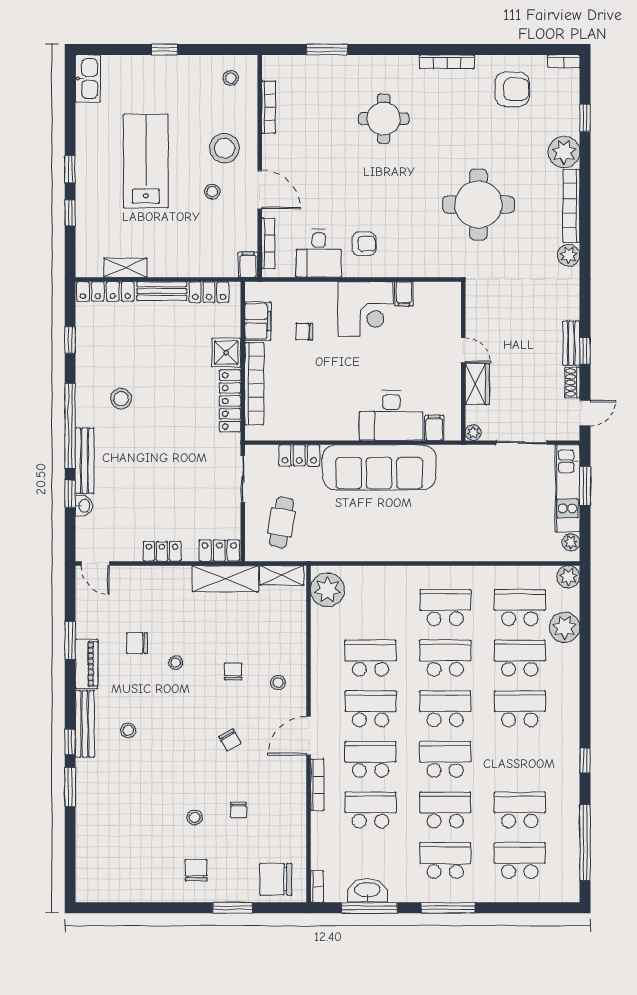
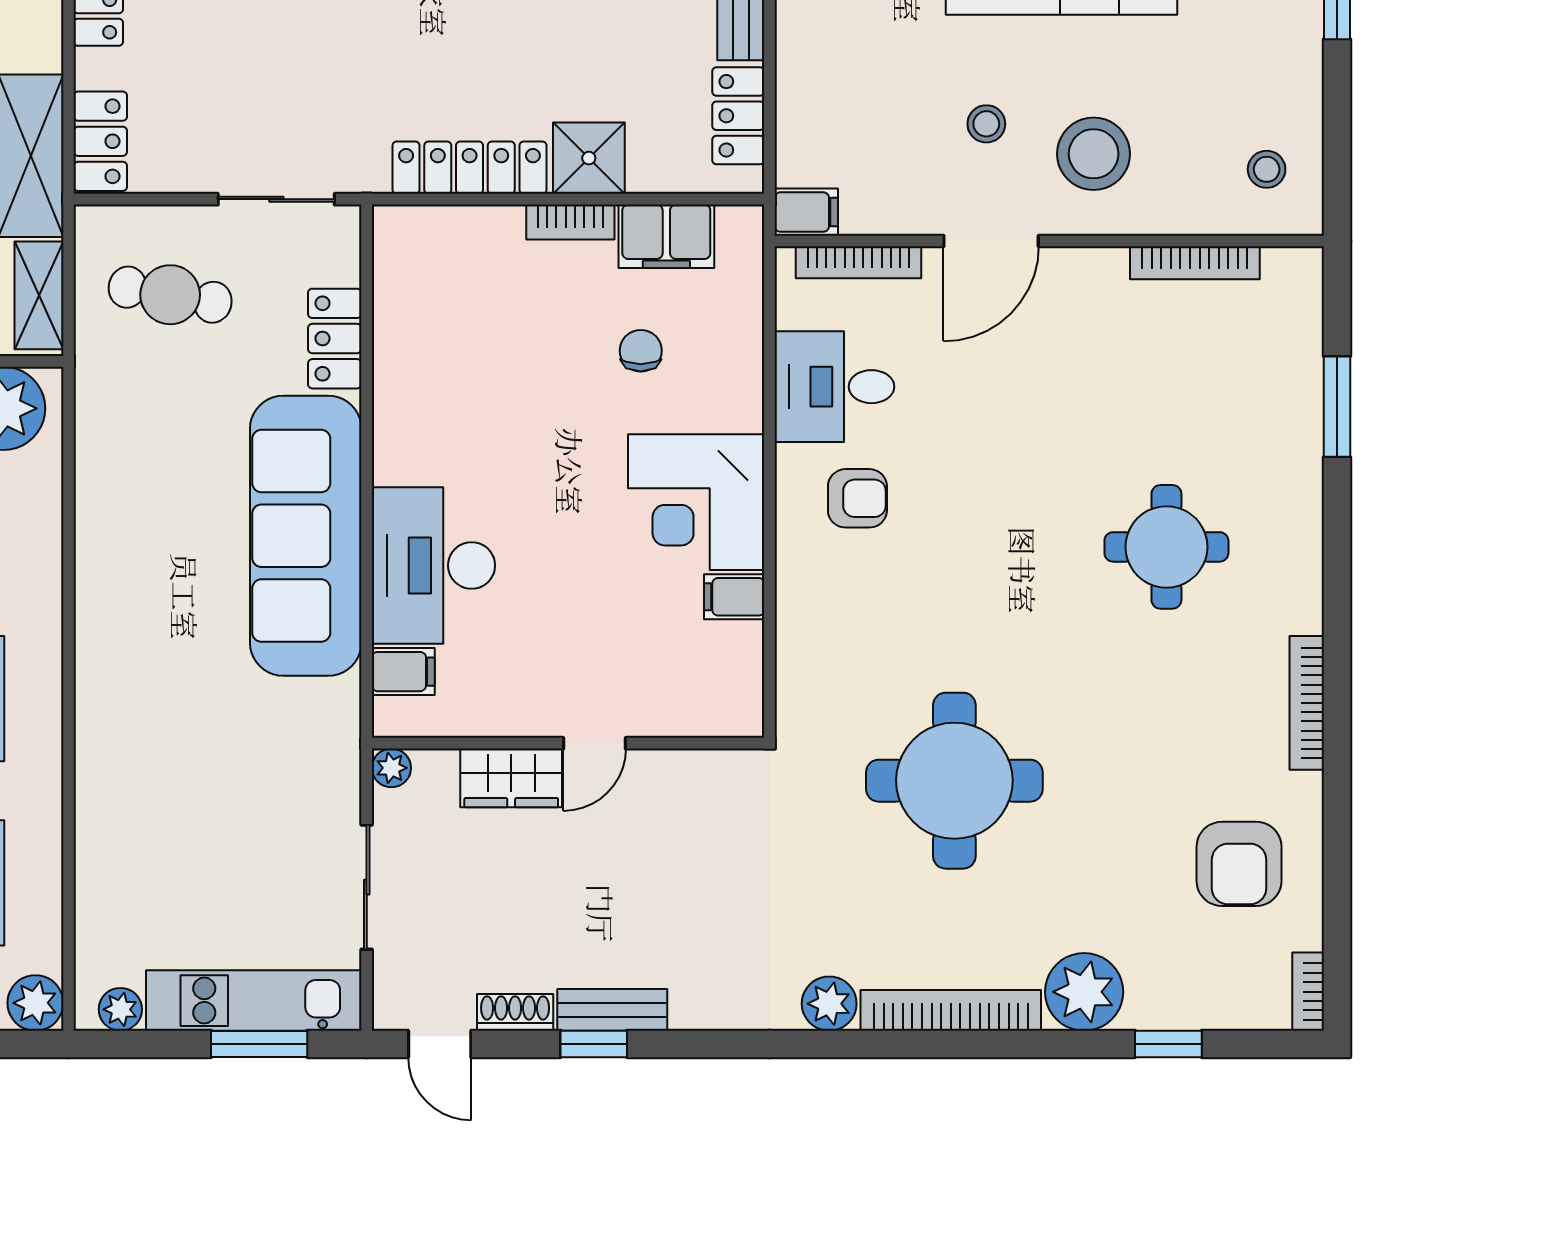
armchair: (364, 244) -> (857, 498), turned -90
bookcase: (254, 383) -> (570, 222), width x0.43, depth x0.76

